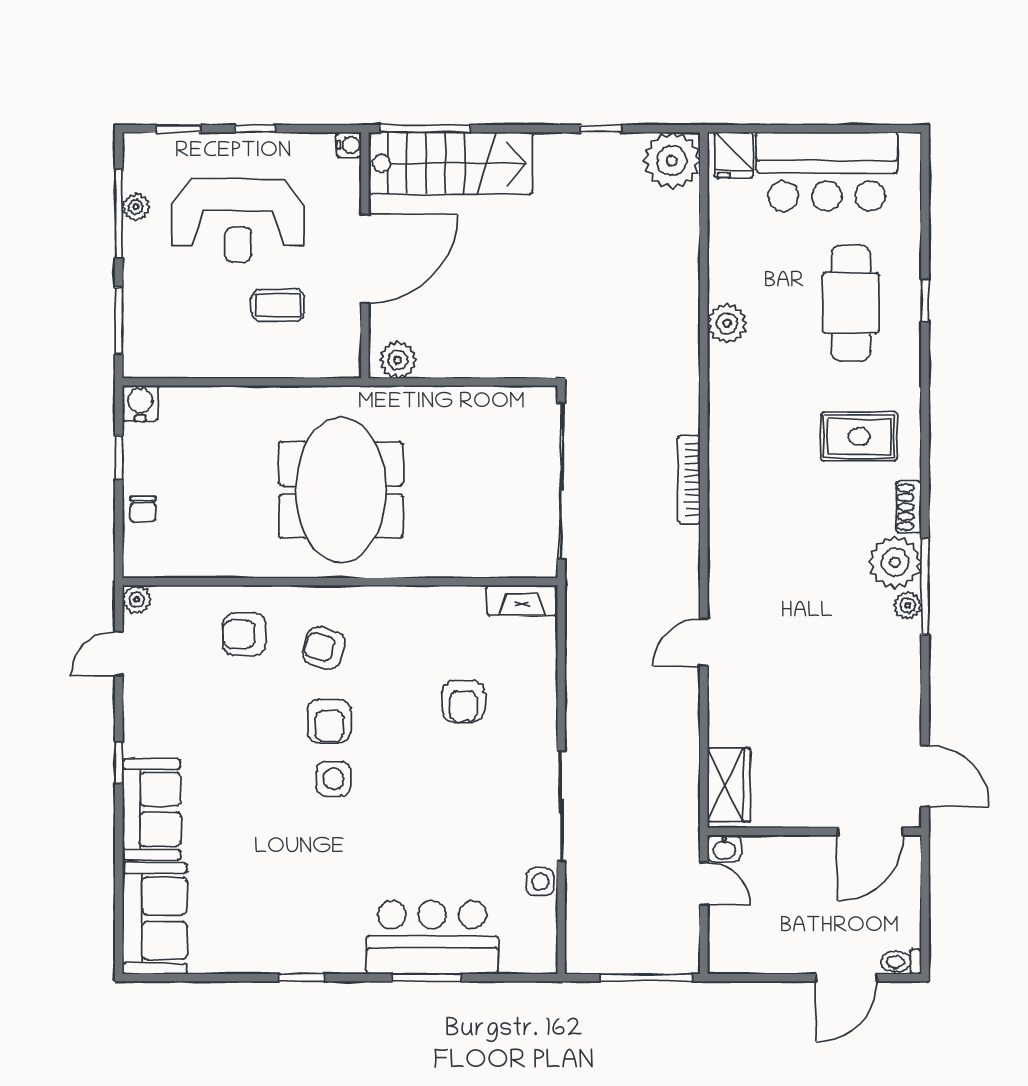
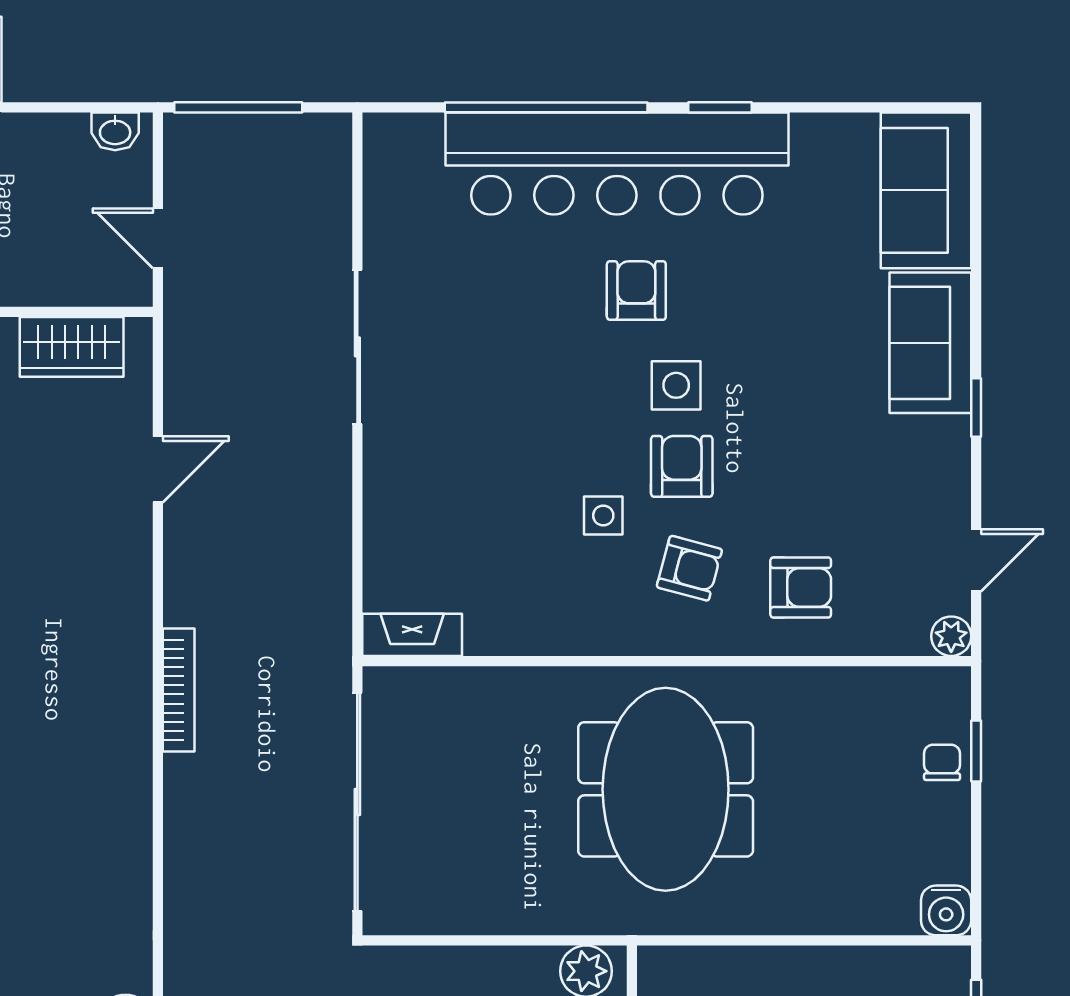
window: (119, 457) -> (976, 751), moved
bookcase: (689, 479) -> (179, 690), moved
door: (704, 643) -> (158, 469), moved
armchair: (463, 701) -> (636, 291), moved
wardrobe: (729, 785) -> (72, 347), moved, turned -90
washbasin: (724, 849) -> (115, 131), moved, turned 180
side table: (540, 882) -> (603, 515), moved
bar counter: (432, 937) -> (617, 163), width x1.86
window: (426, 978) -> (546, 107), width x2.11

